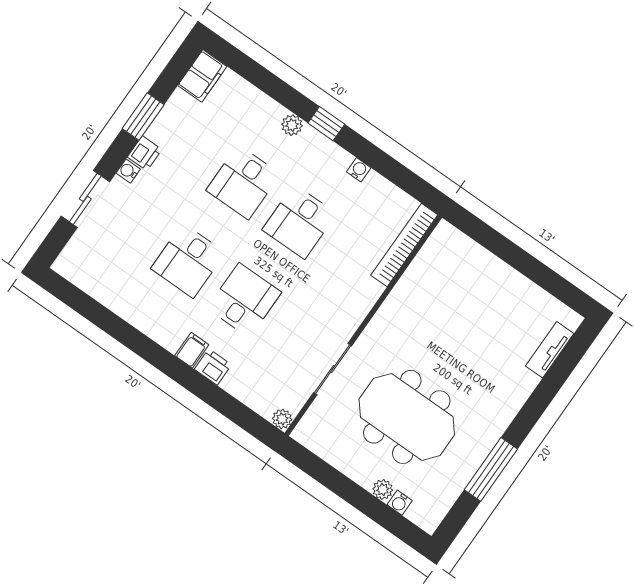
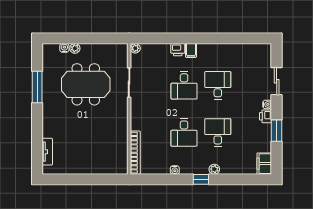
desk: (299, 222) -> (184, 132), turned 180

